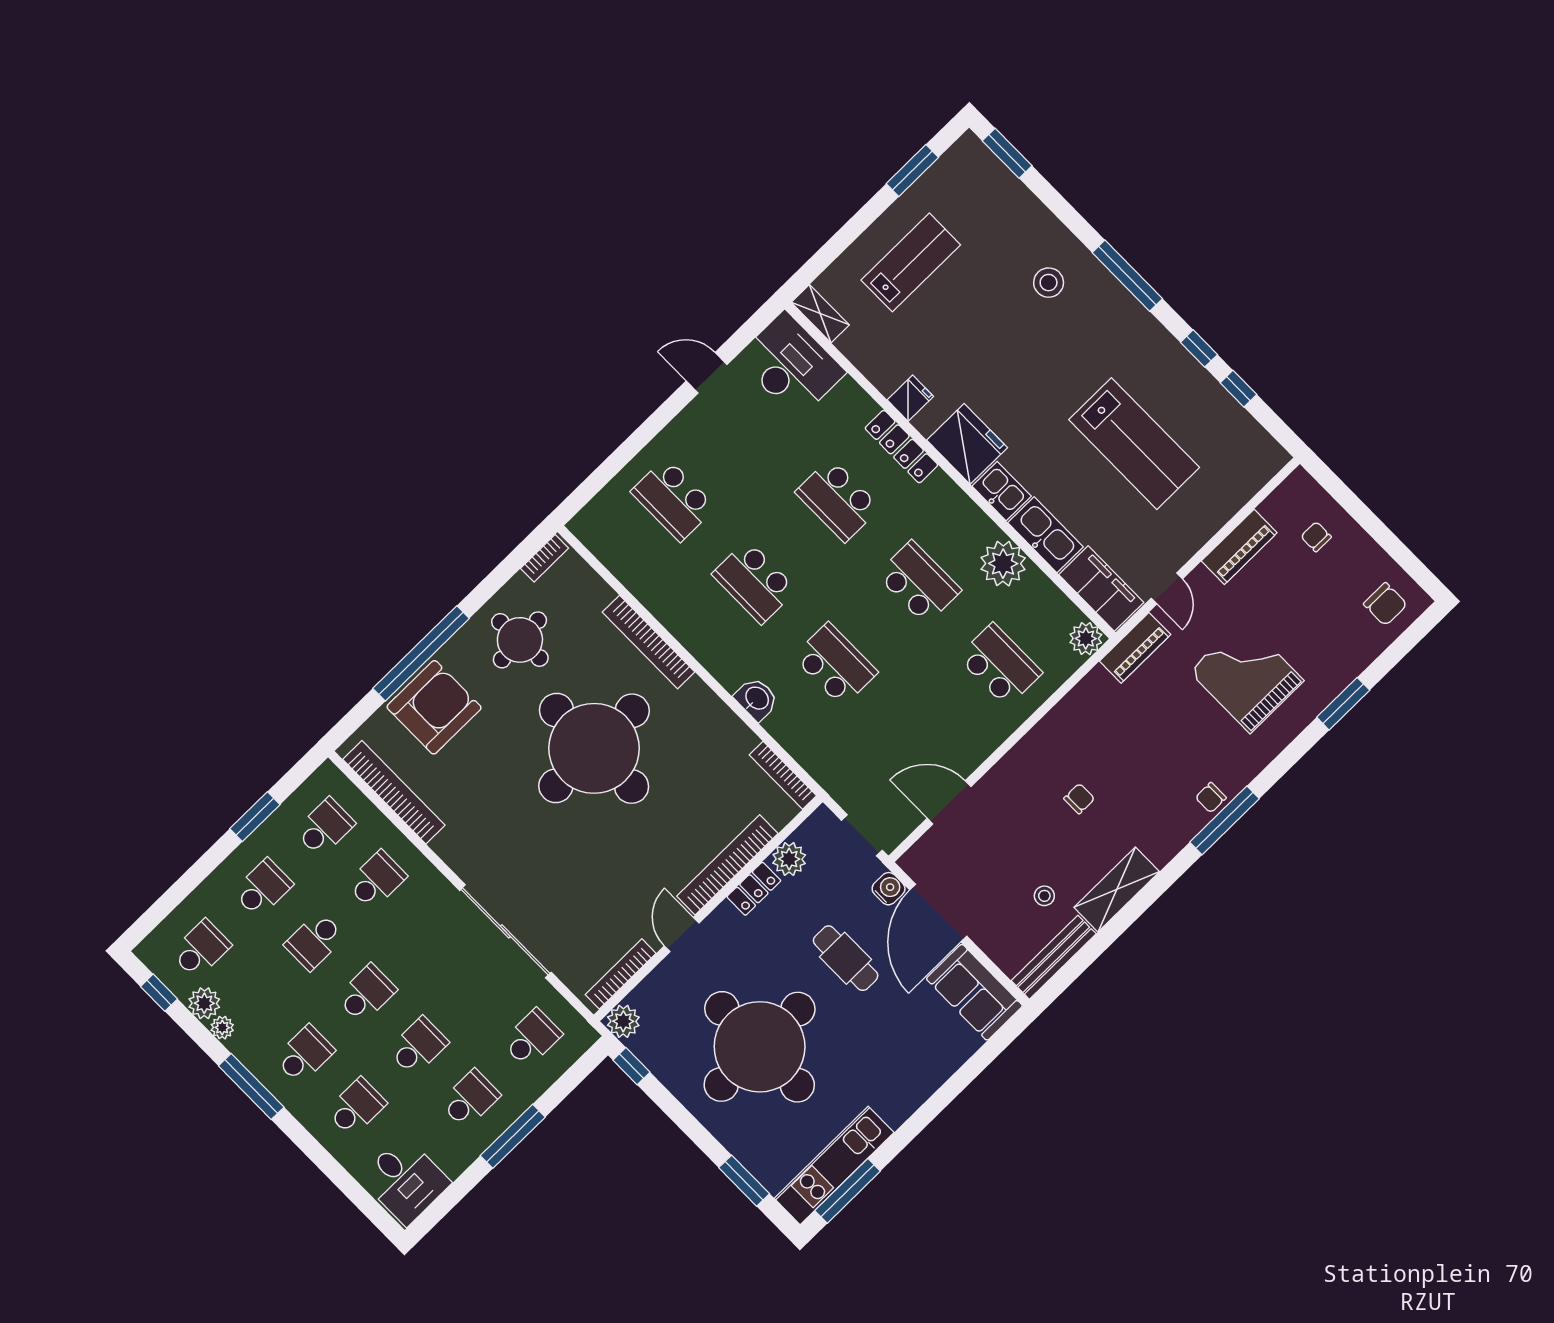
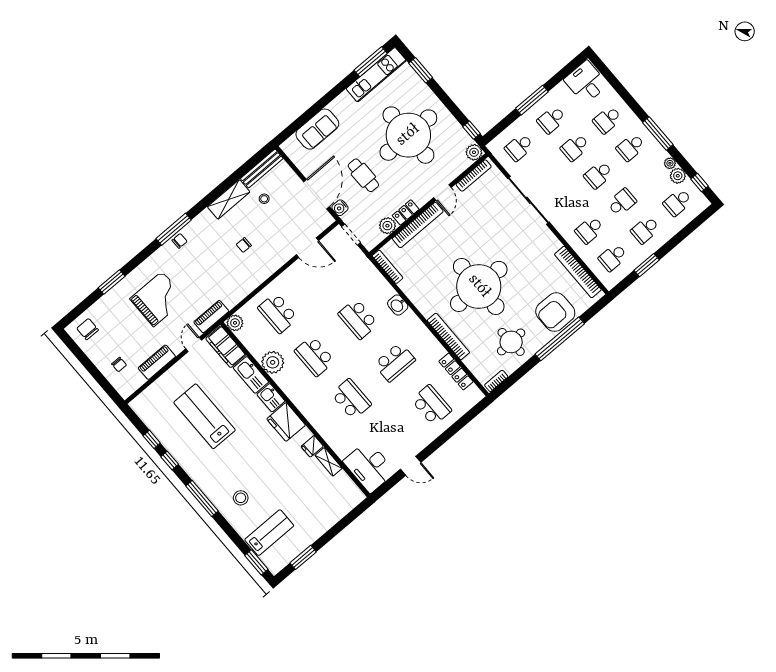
lab bench: (911, 262) -> (269, 533), moved, turned 180
shelving: (820, 314) -> (329, 462), moved
locker: (901, 447) -> (456, 372), moved, turned 180
school desk: (754, 582) -> (395, 362), turned 90
grand piano: (1246, 676) -> (158, 299), turned -90
sofa: (974, 992) -> (317, 129), moved, turned 90

